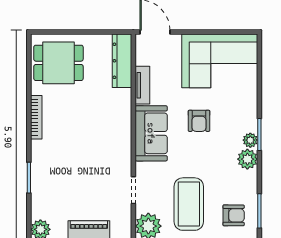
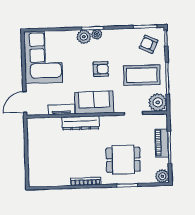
dresser: (122, 61) -> (81, 123), moved
dining table: (58, 63) -> (123, 160), moved, turned 90
armchair: (199, 121) -> (101, 69), moved
plant: (247, 159) -> (84, 37), moved
armchair: (234, 215) -> (149, 44), turned -65

